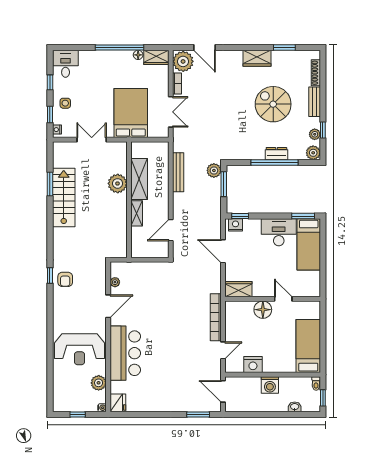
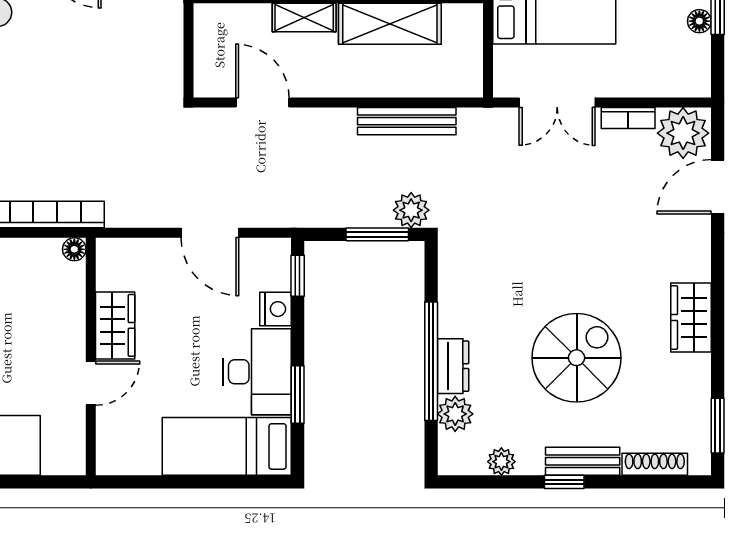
window: (284, 48) -> (718, 426), moved
wardrobe: (156, 57) -> (693, 67), removed
window: (323, 130) -> (564, 482), moved
plant: (313, 153) -> (455, 414), moved
window: (303, 216) -> (298, 394), moved
nightstand: (235, 225) -> (275, 309), moved
door: (223, 251) -> (210, 233), swing flipped
wardrobe: (238, 289) -> (115, 325), moved
floor lamp: (263, 310) -> (74, 249), moved, width x0.53, depth x0.53

